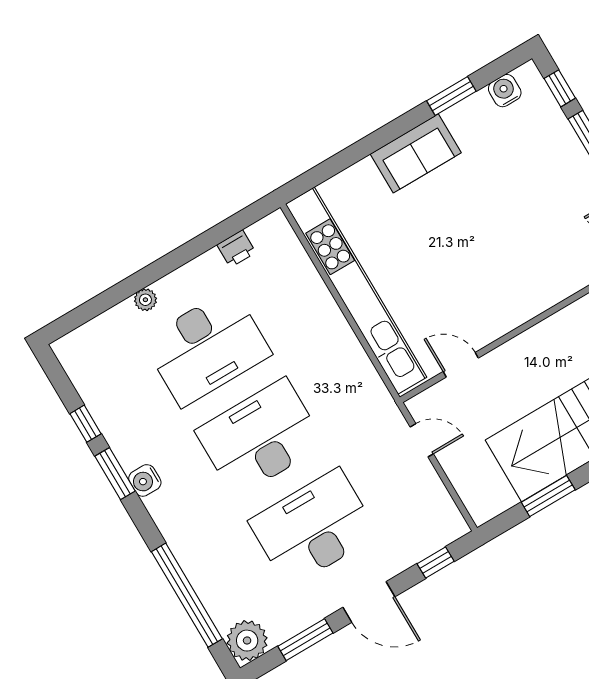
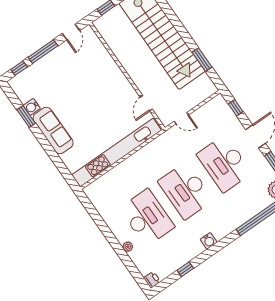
water cooler: (505, 91) -> (32, 107), moved
sofa: (416, 153) -> (53, 131), width x1.36
printer: (236, 249) -> (152, 280), moved
door: (422, 440) -> (181, 118), swing flipped
window: (115, 474) -> (207, 254), removed

